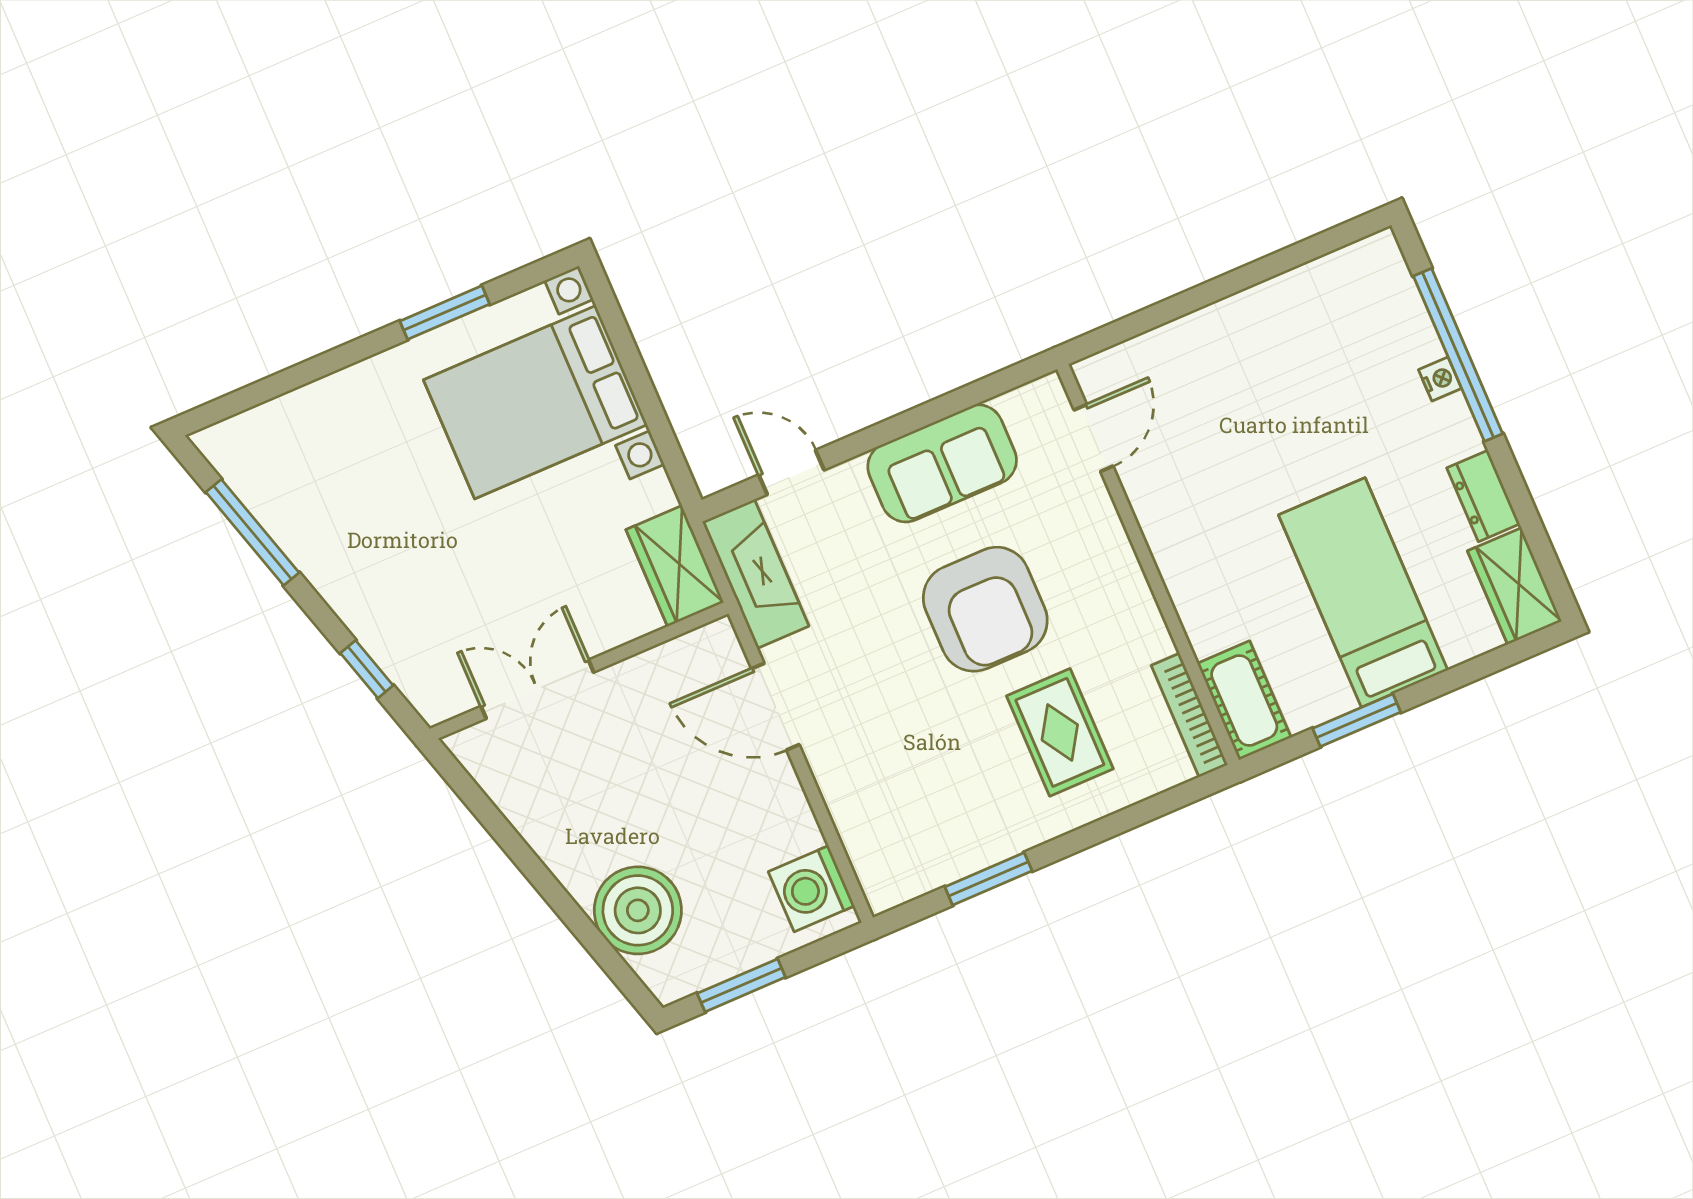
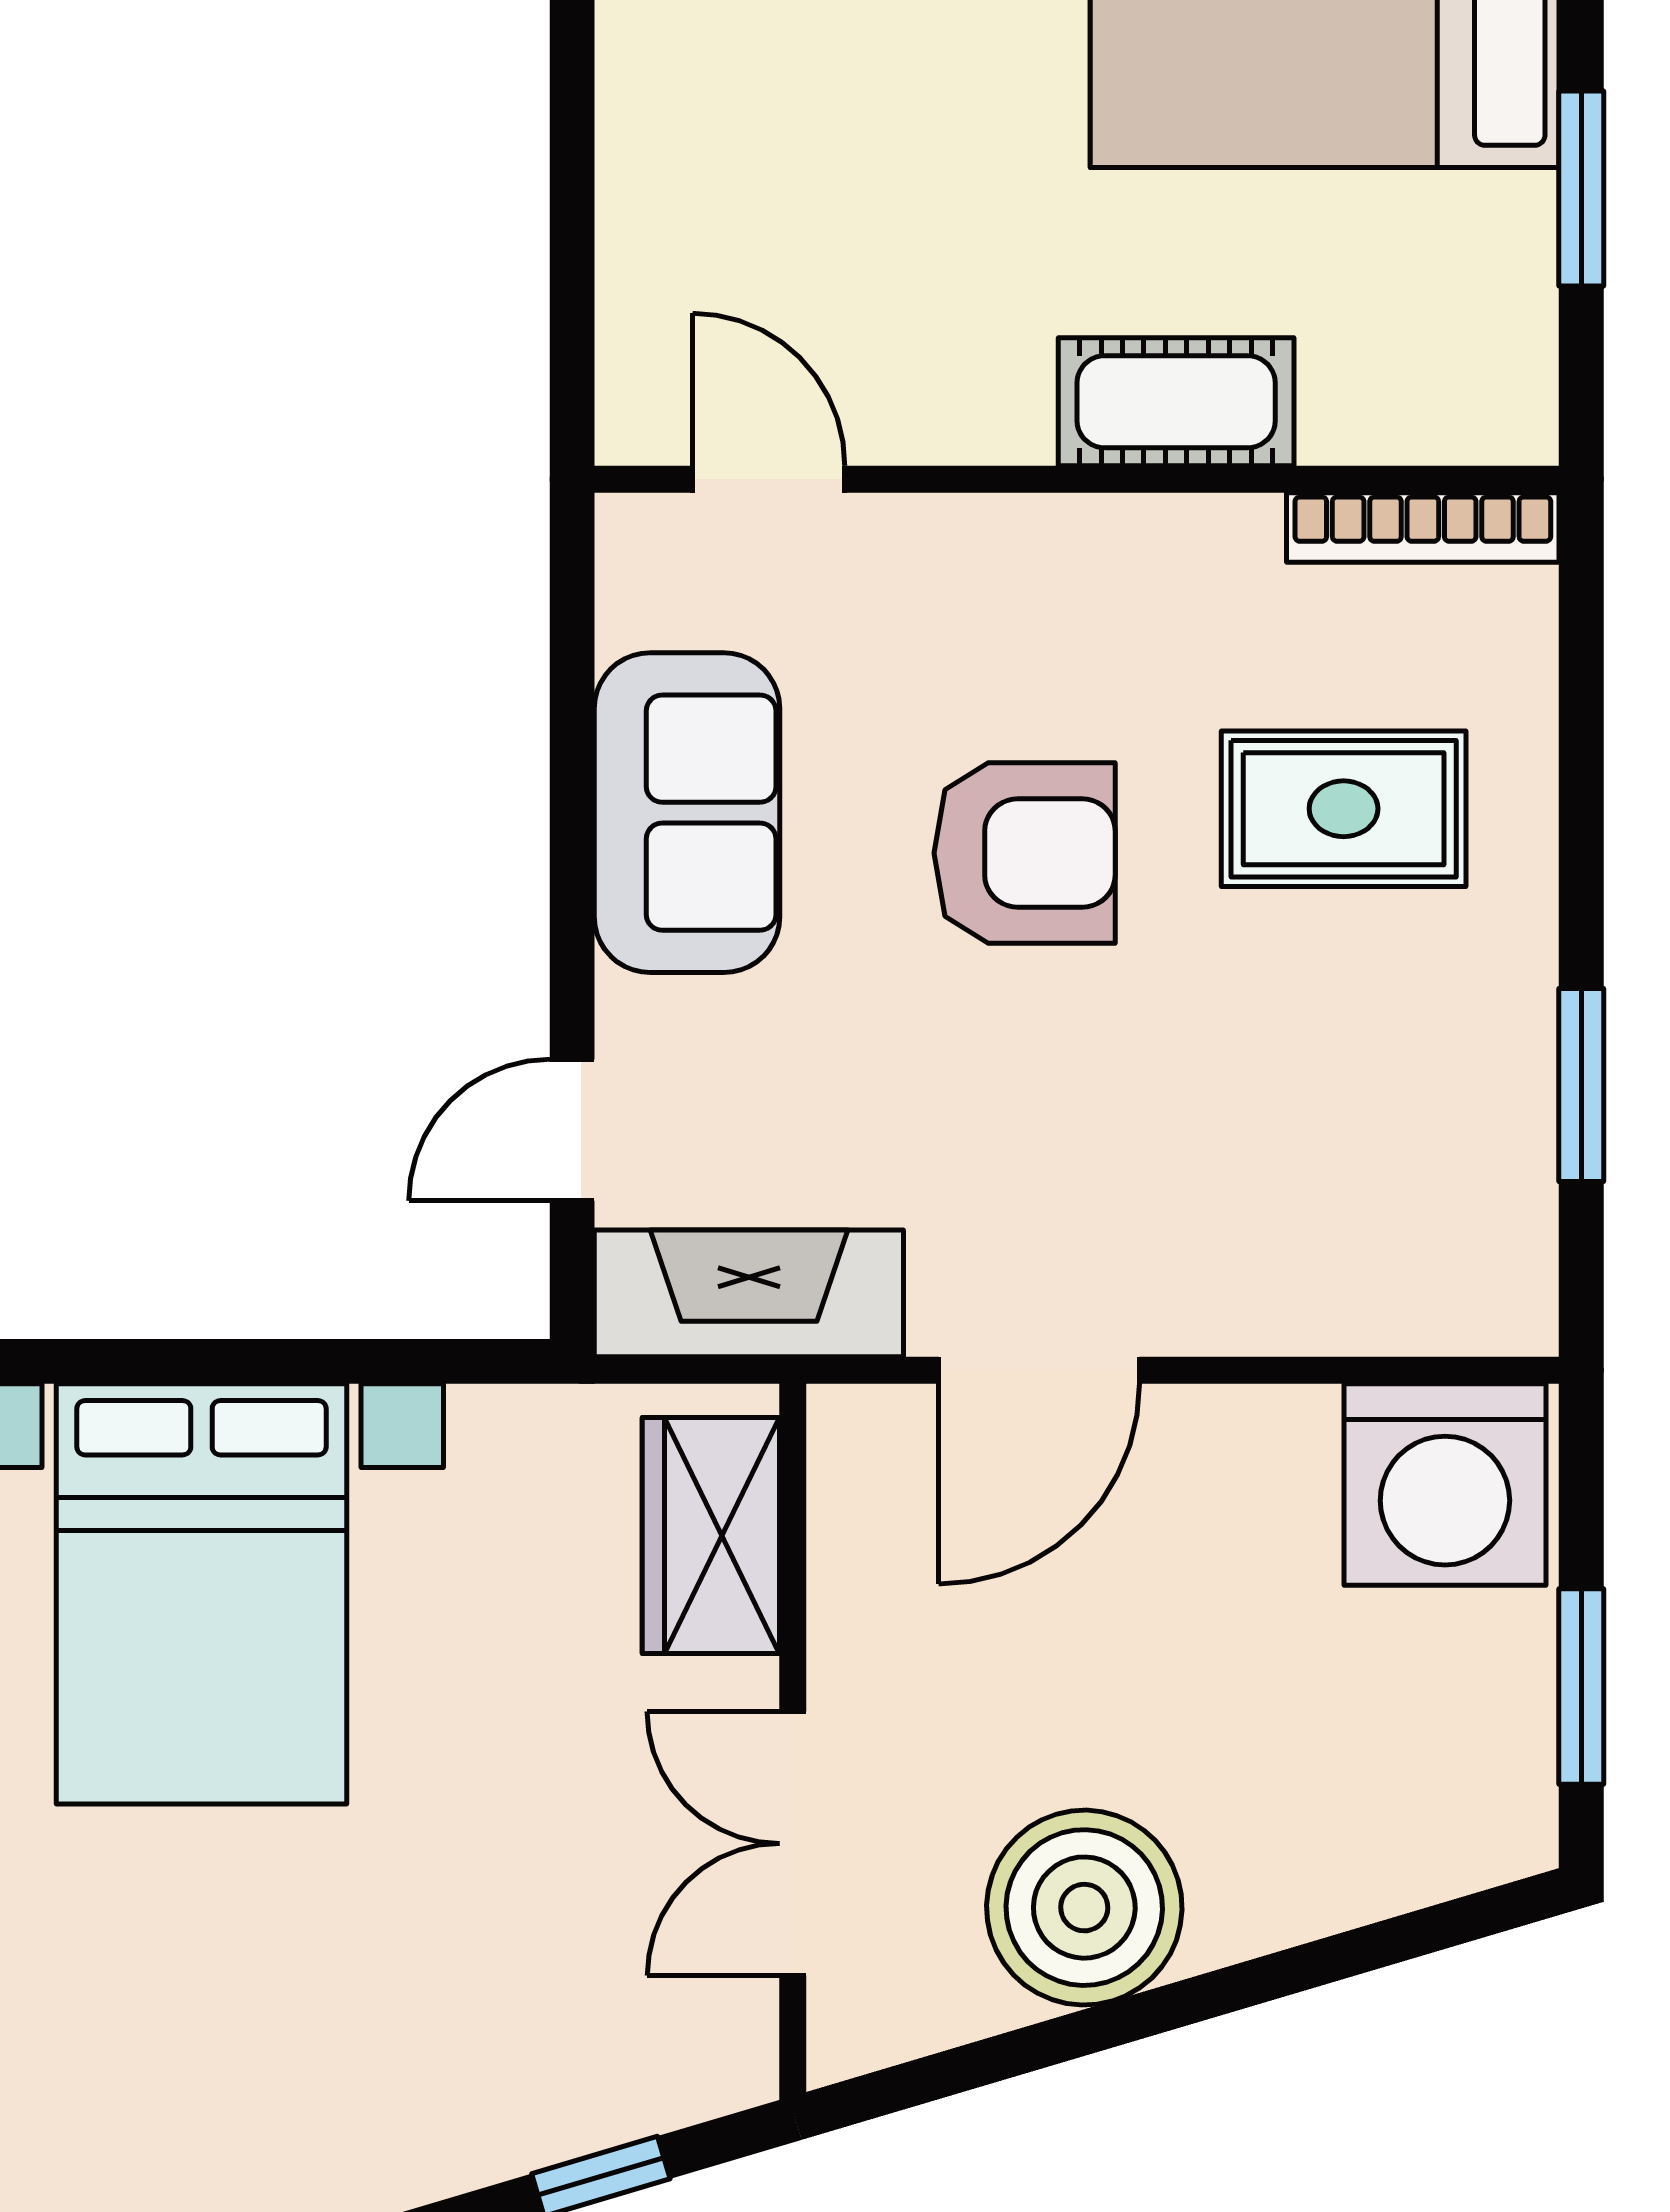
wardrobe: (675, 566) -> (711, 1535), moved, turned 90
armchair: (985, 609) -> (1025, 853), width x0.73, depth x0.73
cot: (1244, 700) -> (1176, 402), moved
washing machine: (811, 889) -> (1445, 1484), width x1.37, depth x1.37
boiler: (638, 910) -> (1084, 1908), moved

